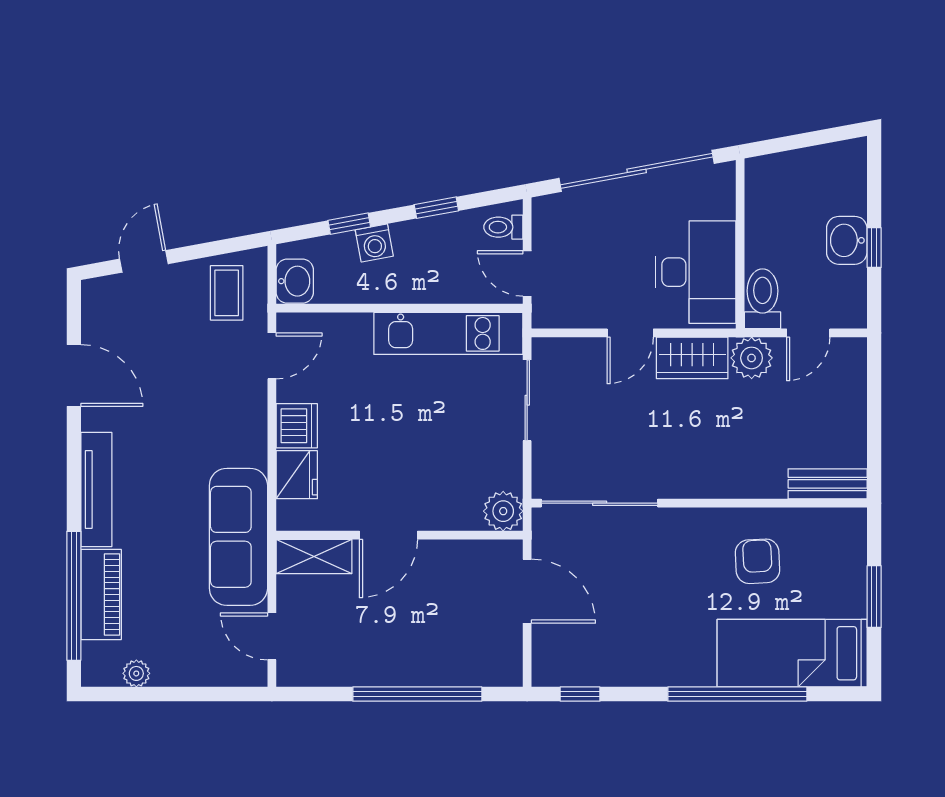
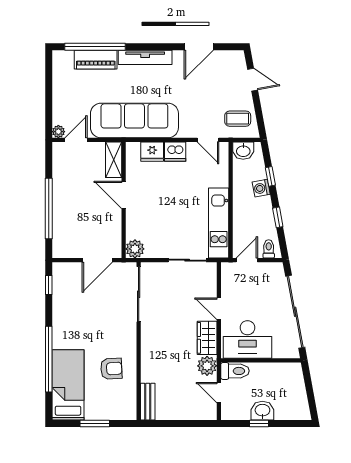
sofa: (238, 537) -> (134, 120), width x1.36, depth x1.27
plant: (136, 673) -> (58, 132), moved

